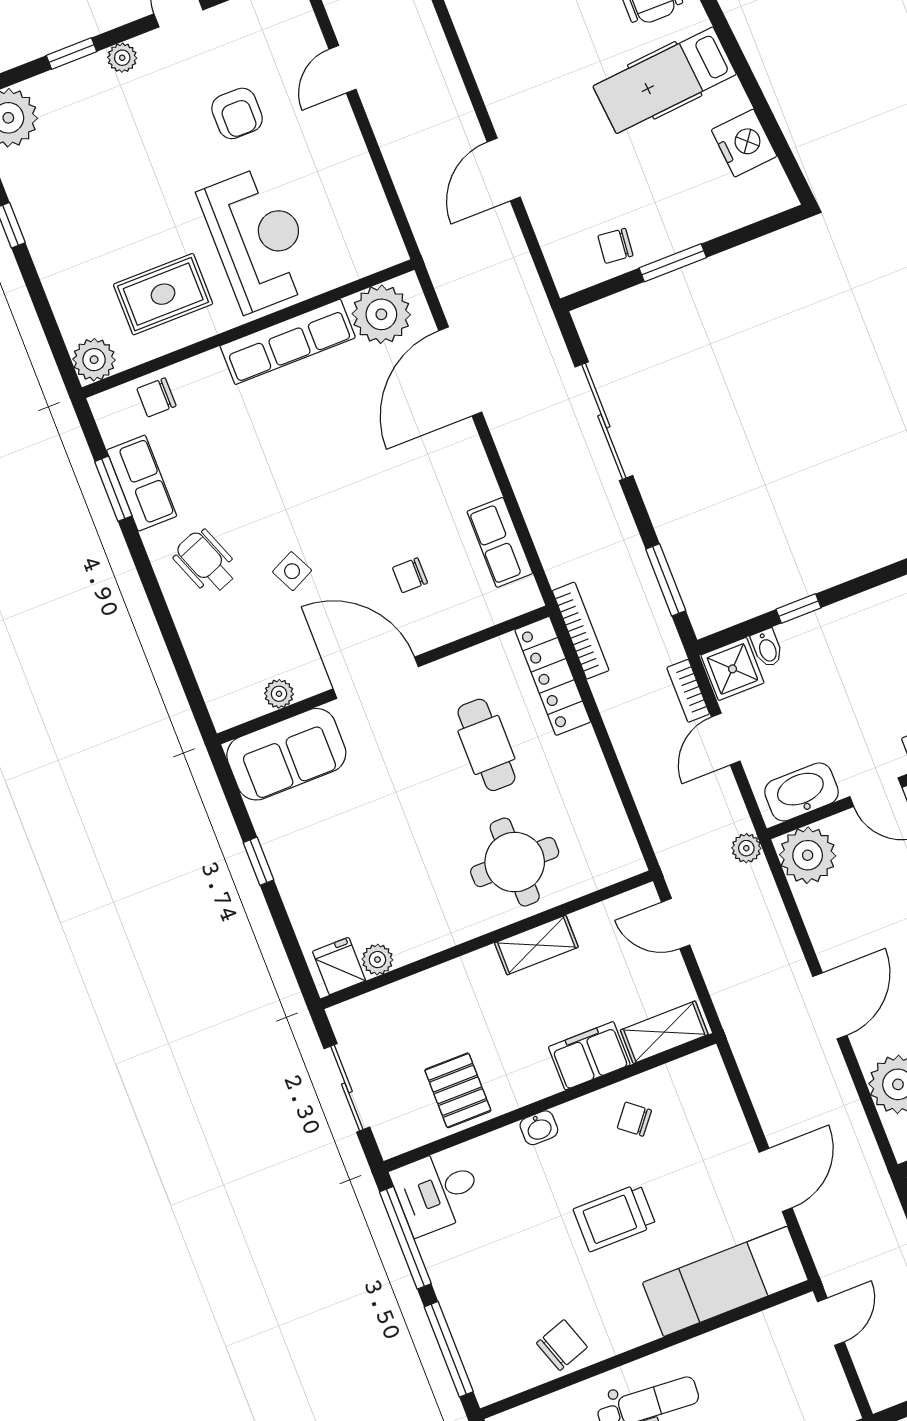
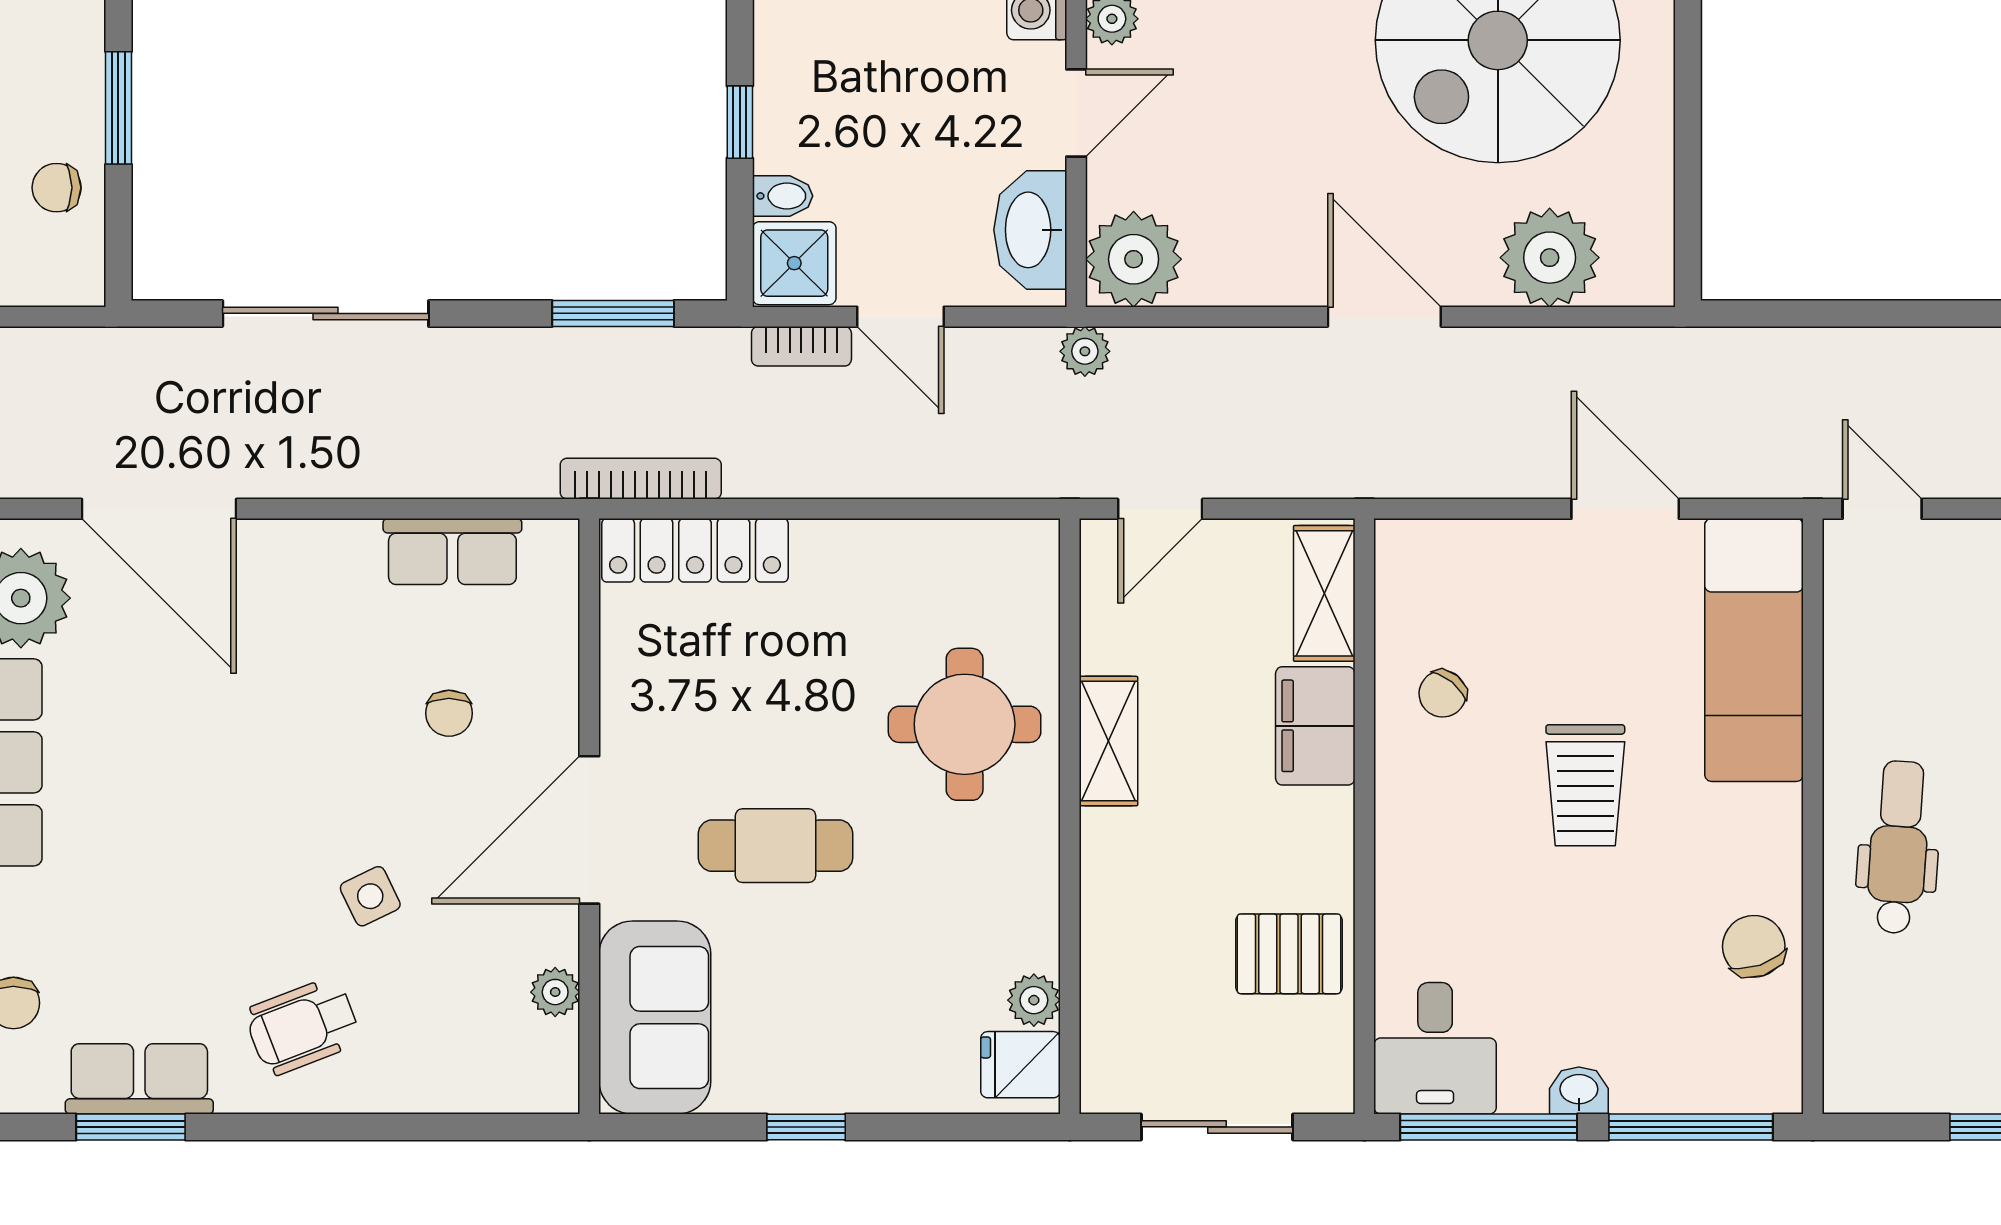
chair: (615, 246) -> (57, 188), turned 84
cafe table: (486, 745) -> (776, 846), moved
washbasin: (539, 1128) -> (1579, 1091), moved, turned -90

